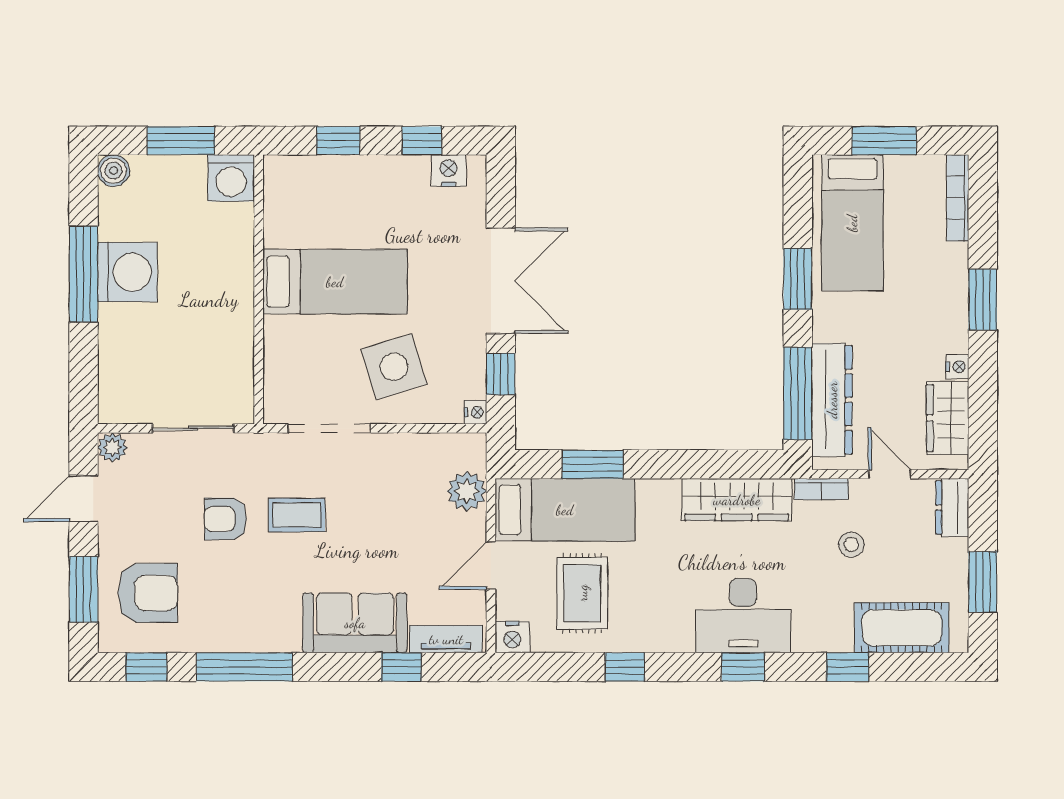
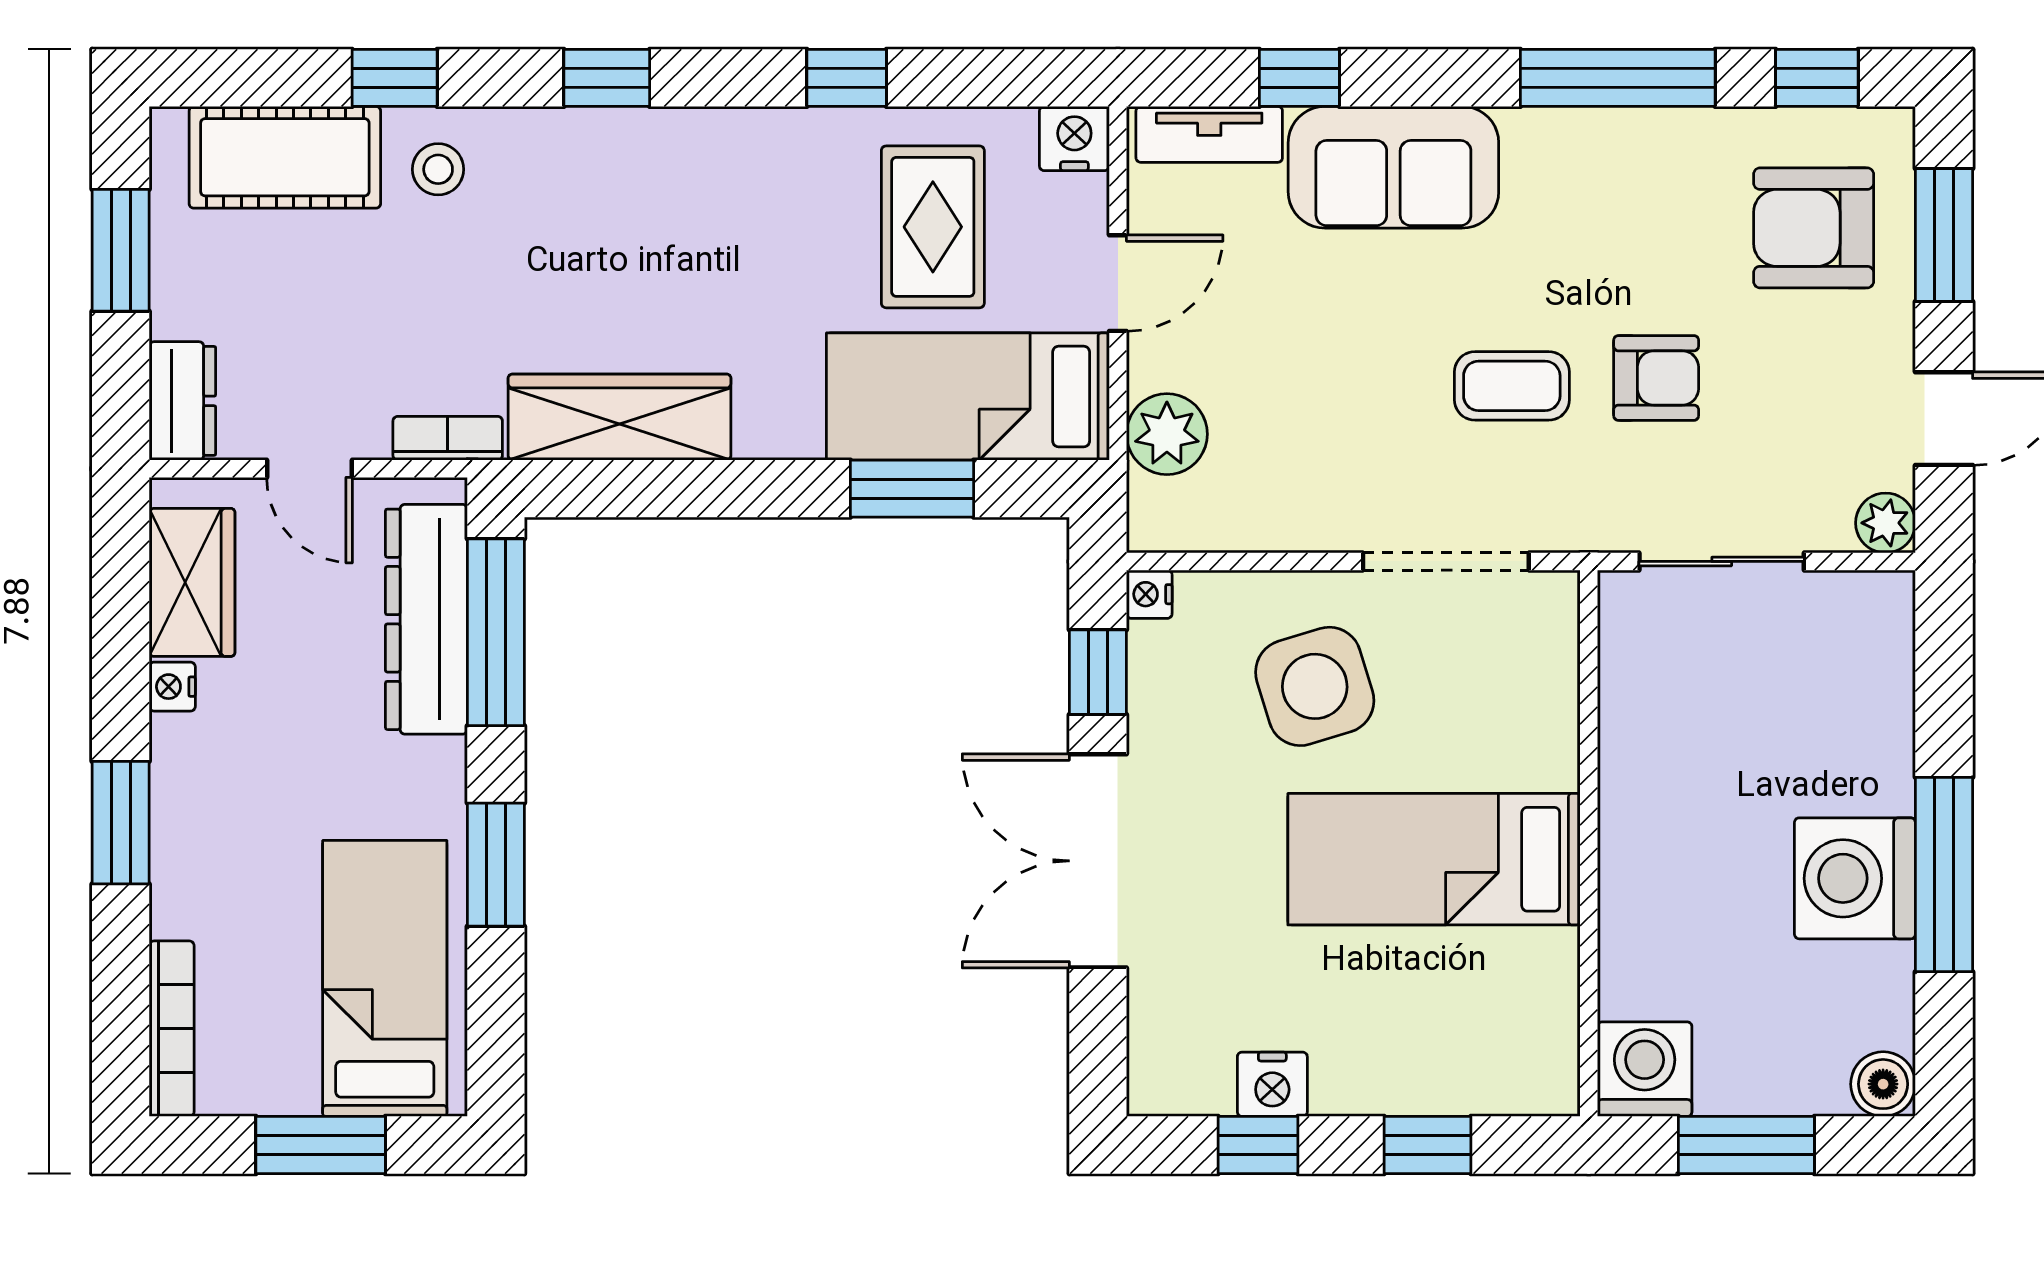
nightstand: (449, 171) -> (1272, 1084), moved
stool: (851, 545) -> (438, 169), moved
desk: (743, 616) -> (607, 182), removed

